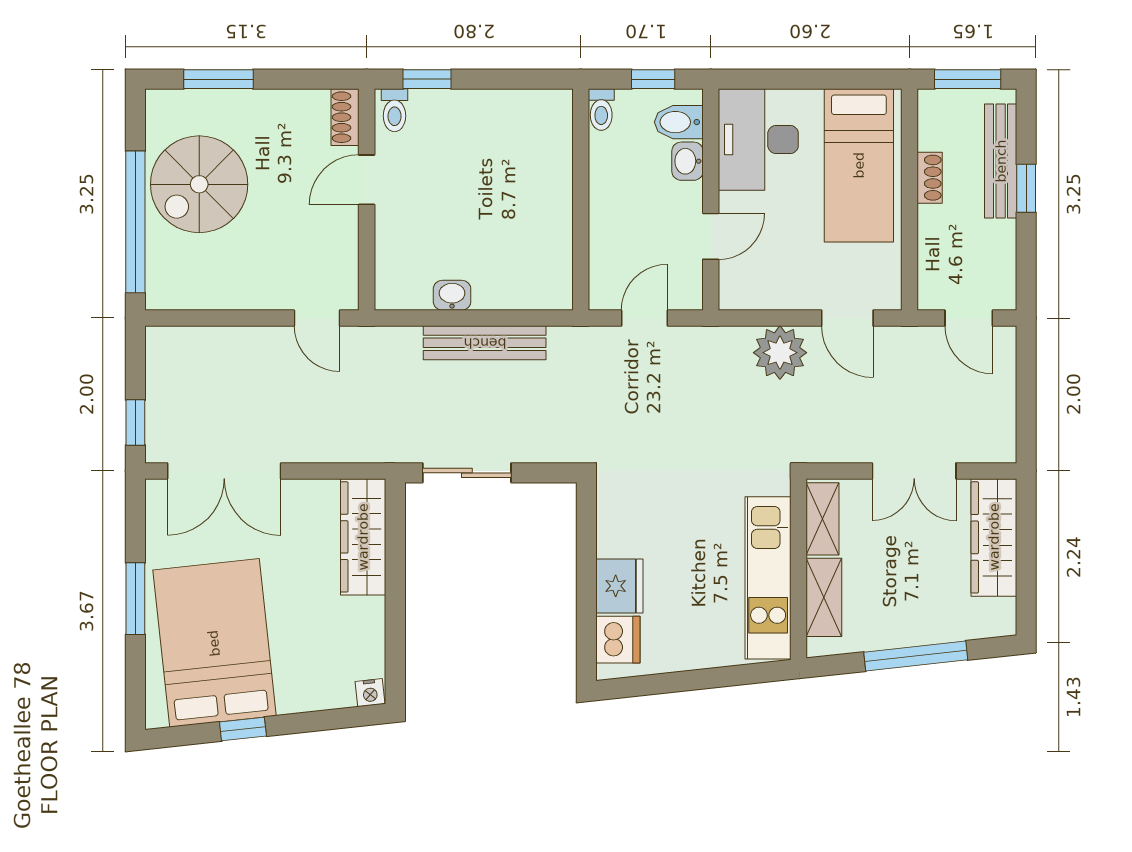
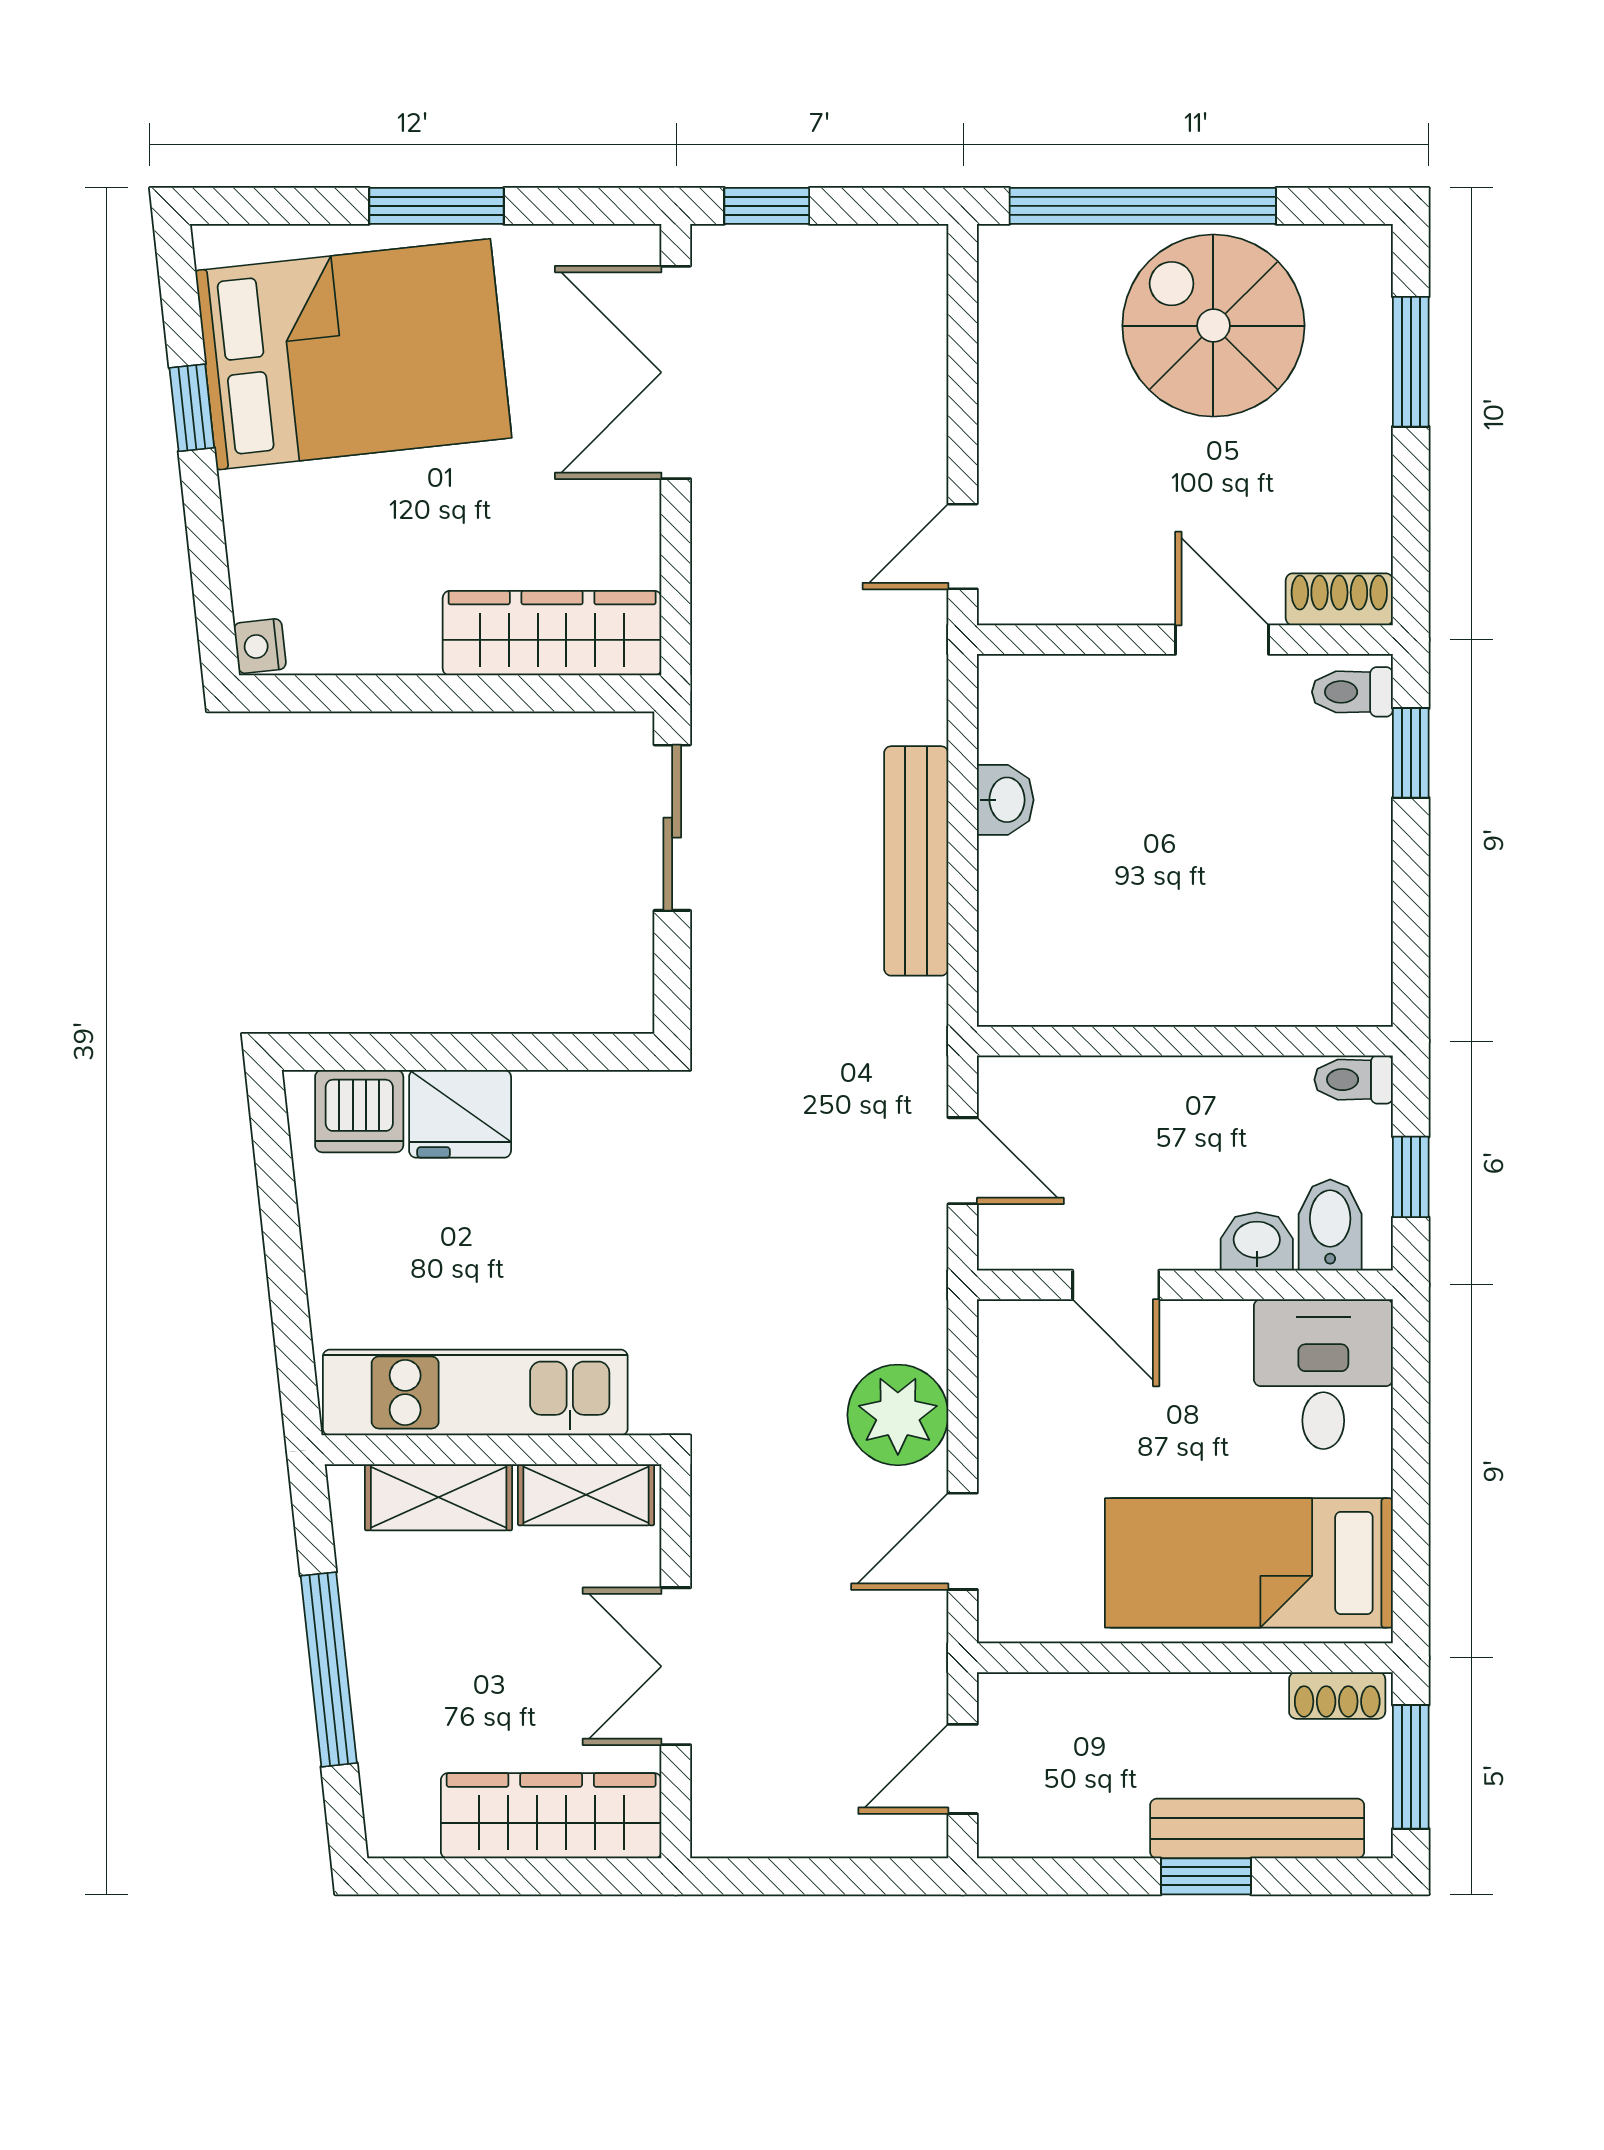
desk: (758, 140) -> (1323, 1374), width x0.73
shoe rack: (930, 178) -> (1337, 1695), moved

